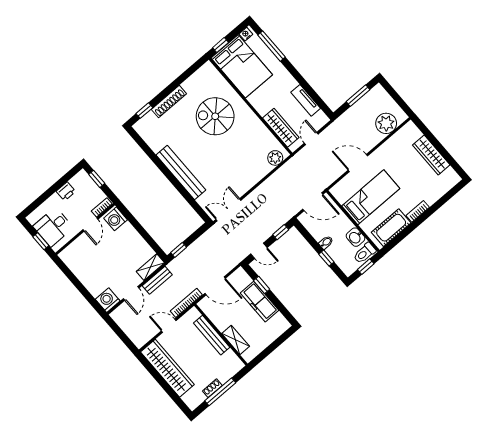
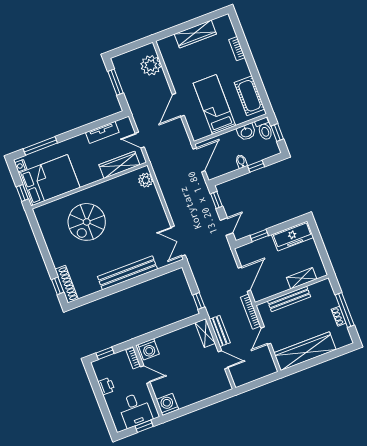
shoe rack: (169, 102) -> (67, 284), moved
bookcase: (418, 211) -> (237, 49), moved
washing machine: (108, 300) -> (167, 404), moved, turned 90
freezer: (260, 302) -> (293, 236), moved

